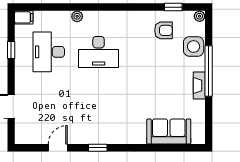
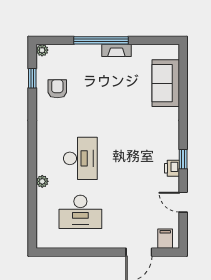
filing cabinet: (24, 17) -> (165, 239), moved
side table: (194, 47) -> (75, 57), removed
window: (11, 50) -> (78, 252), removed
printer: (89, 137) -> (172, 168), added

